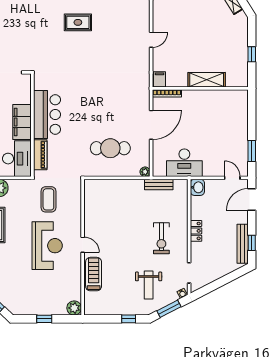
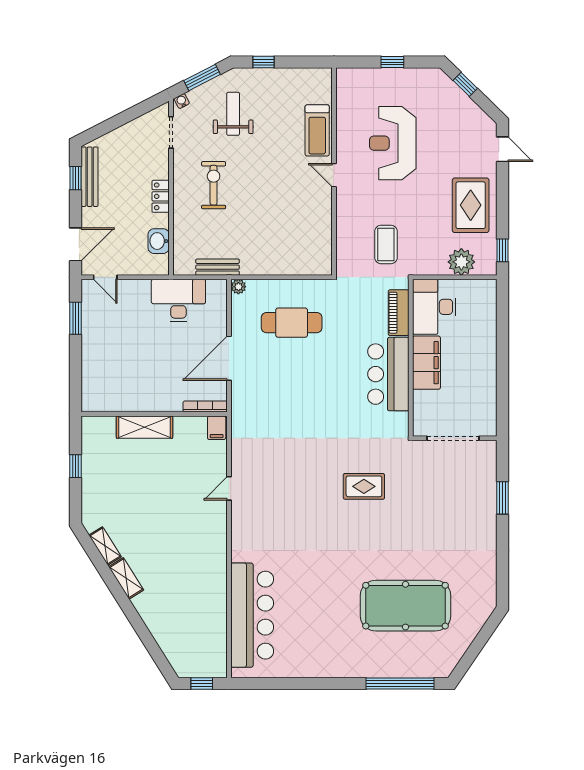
rug: (78, 22) -> (364, 486), moved
washbasin: (197, 187) -> (159, 241), moved
reception desk: (47, 246) -> (393, 143), moved
plant: (74, 308) -> (347, 79), removed

